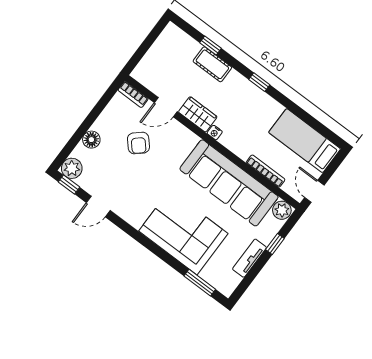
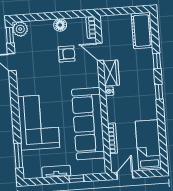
window: (210, 45) -> (157, 61), moved
cot: (212, 64) -> (142, 31), moved, width x1.37, depth x1.34
floor lamp: (91, 140) -> (60, 25), moved
armchair: (138, 143) -> (67, 54), turned -138
plant: (282, 210) -> (99, 166), removed

